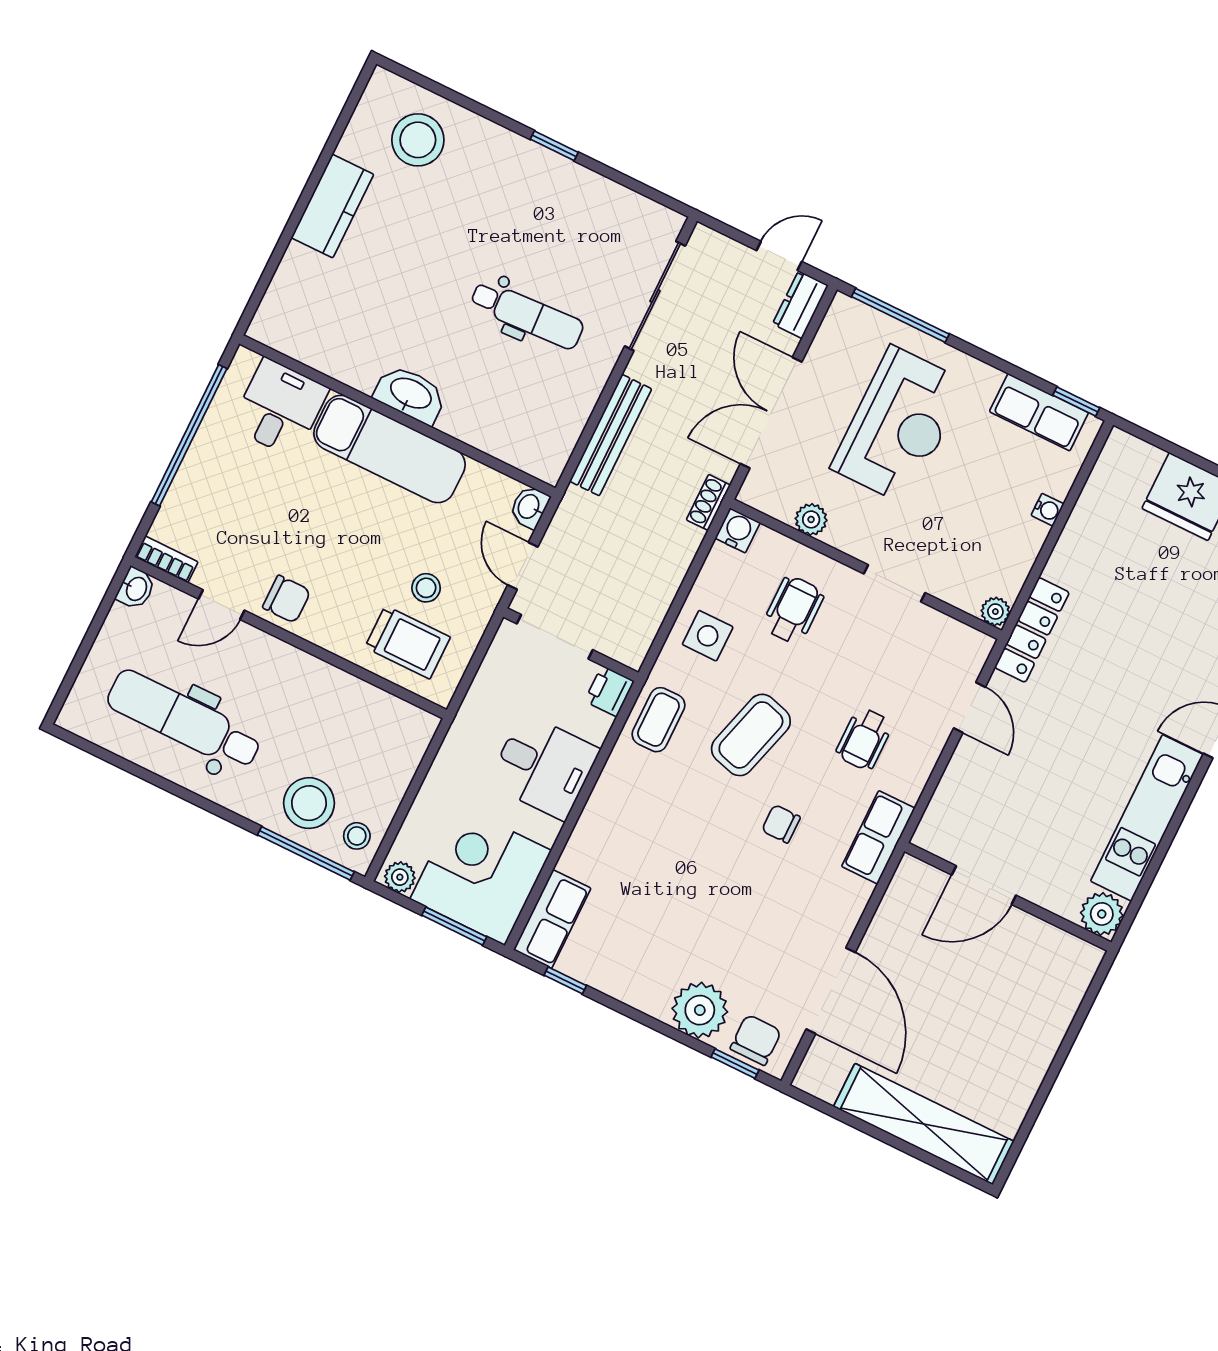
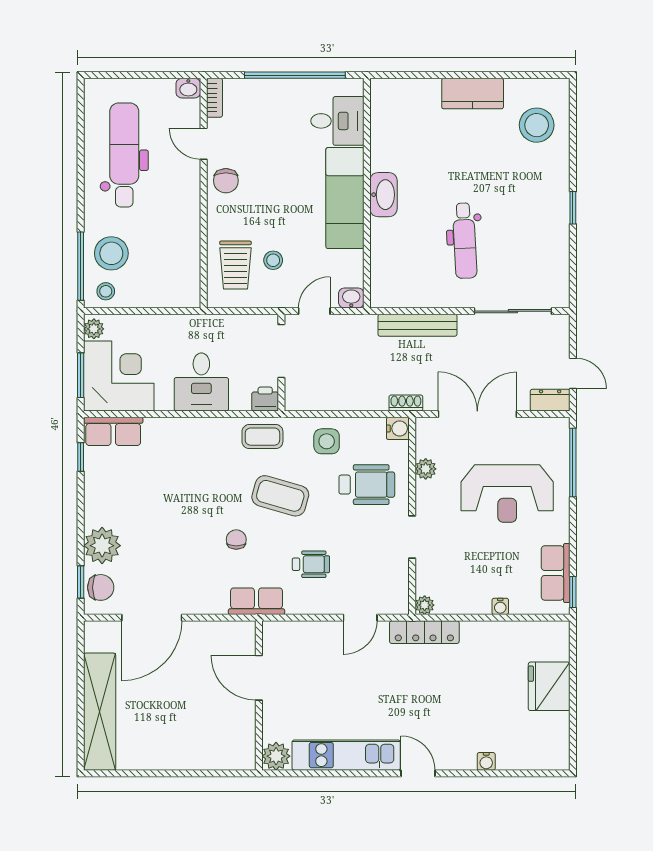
wheelchair: (793, 610) -> (367, 485), width x1.36, depth x1.37
wheelchair: (864, 739) -> (311, 564), turned 180

